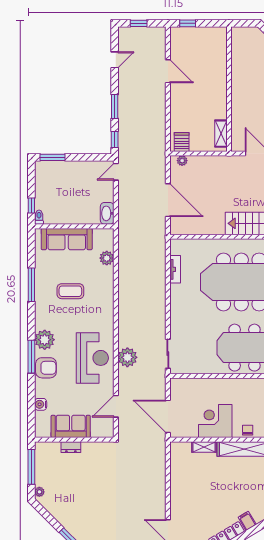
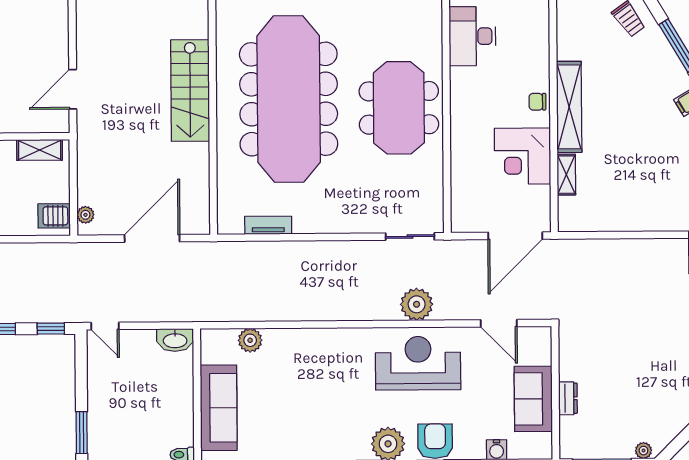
coffee table: (70, 291) -> (306, 401), removed

